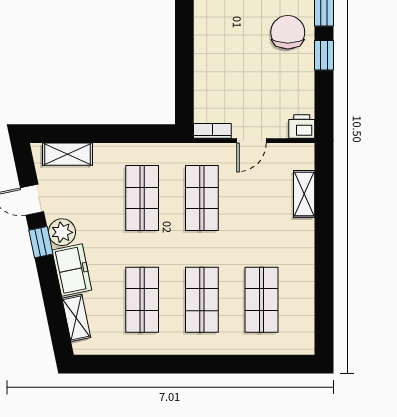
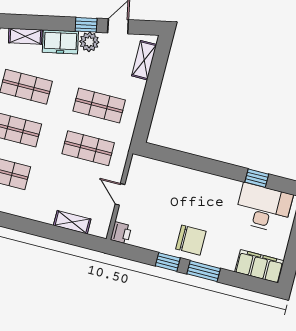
bookcase: (212, 131) -> (134, 168), removed

